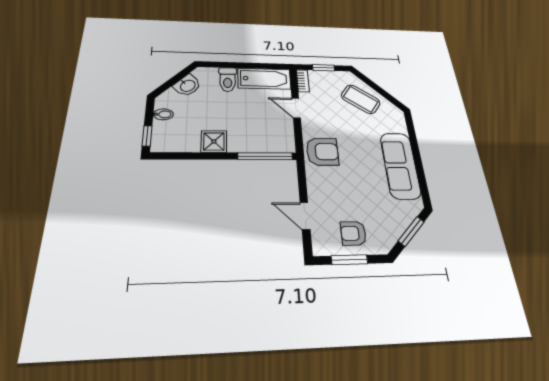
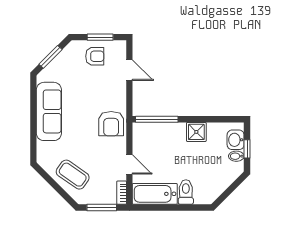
window: (323, 68) -> (102, 207), width x1.50
washbasin: (187, 85) -> (236, 140), moved, turned -45
window: (147, 136) -> (247, 149), moved
armchair: (322, 152) -> (111, 124), turned -90

